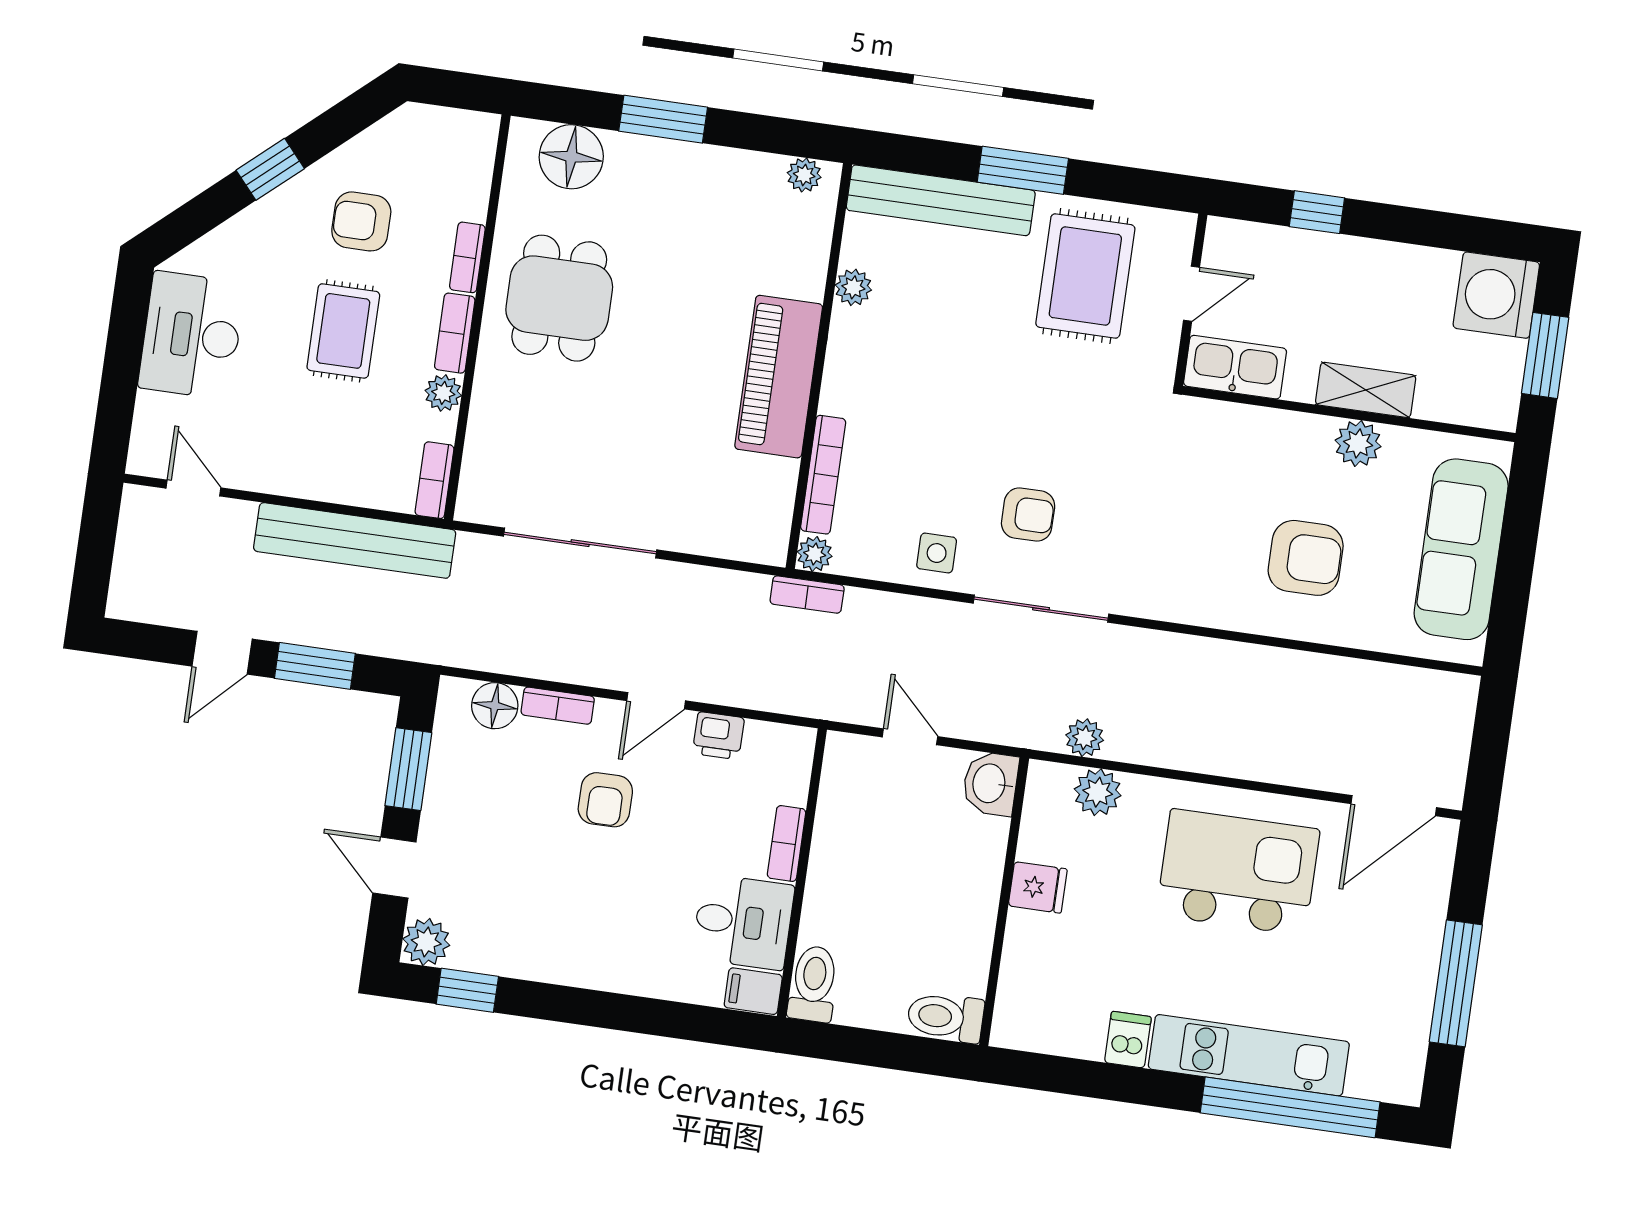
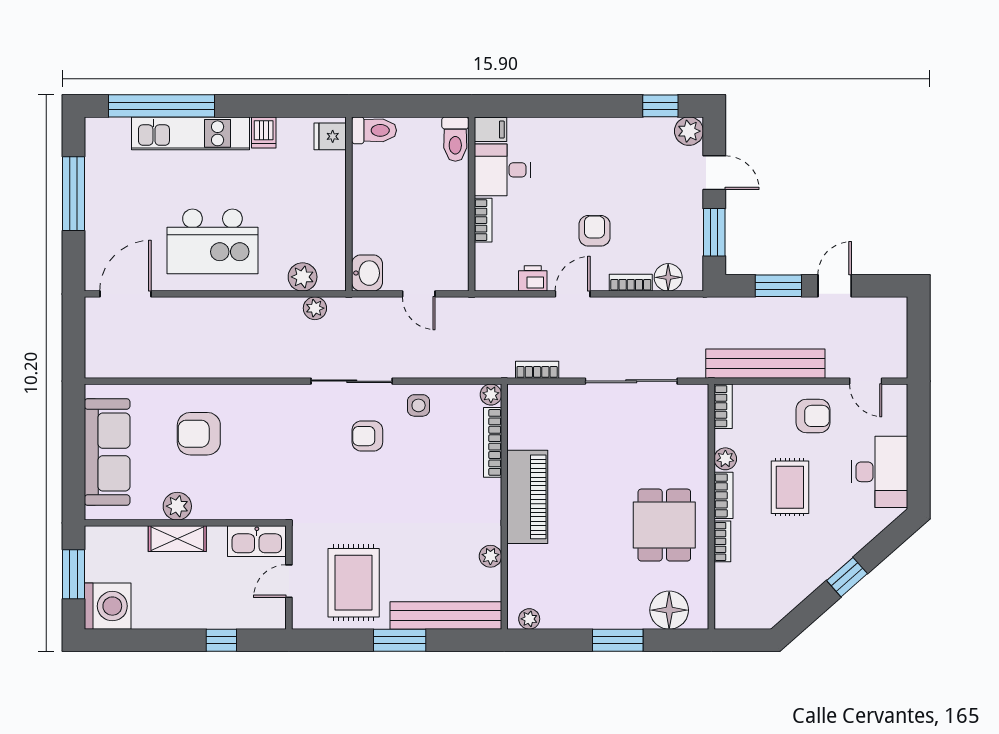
armchair: (361, 221) -> (813, 416), moved
bookcase: (807, 594) -> (537, 370), moved
fridge: (1038, 887) -> (330, 136), moved

